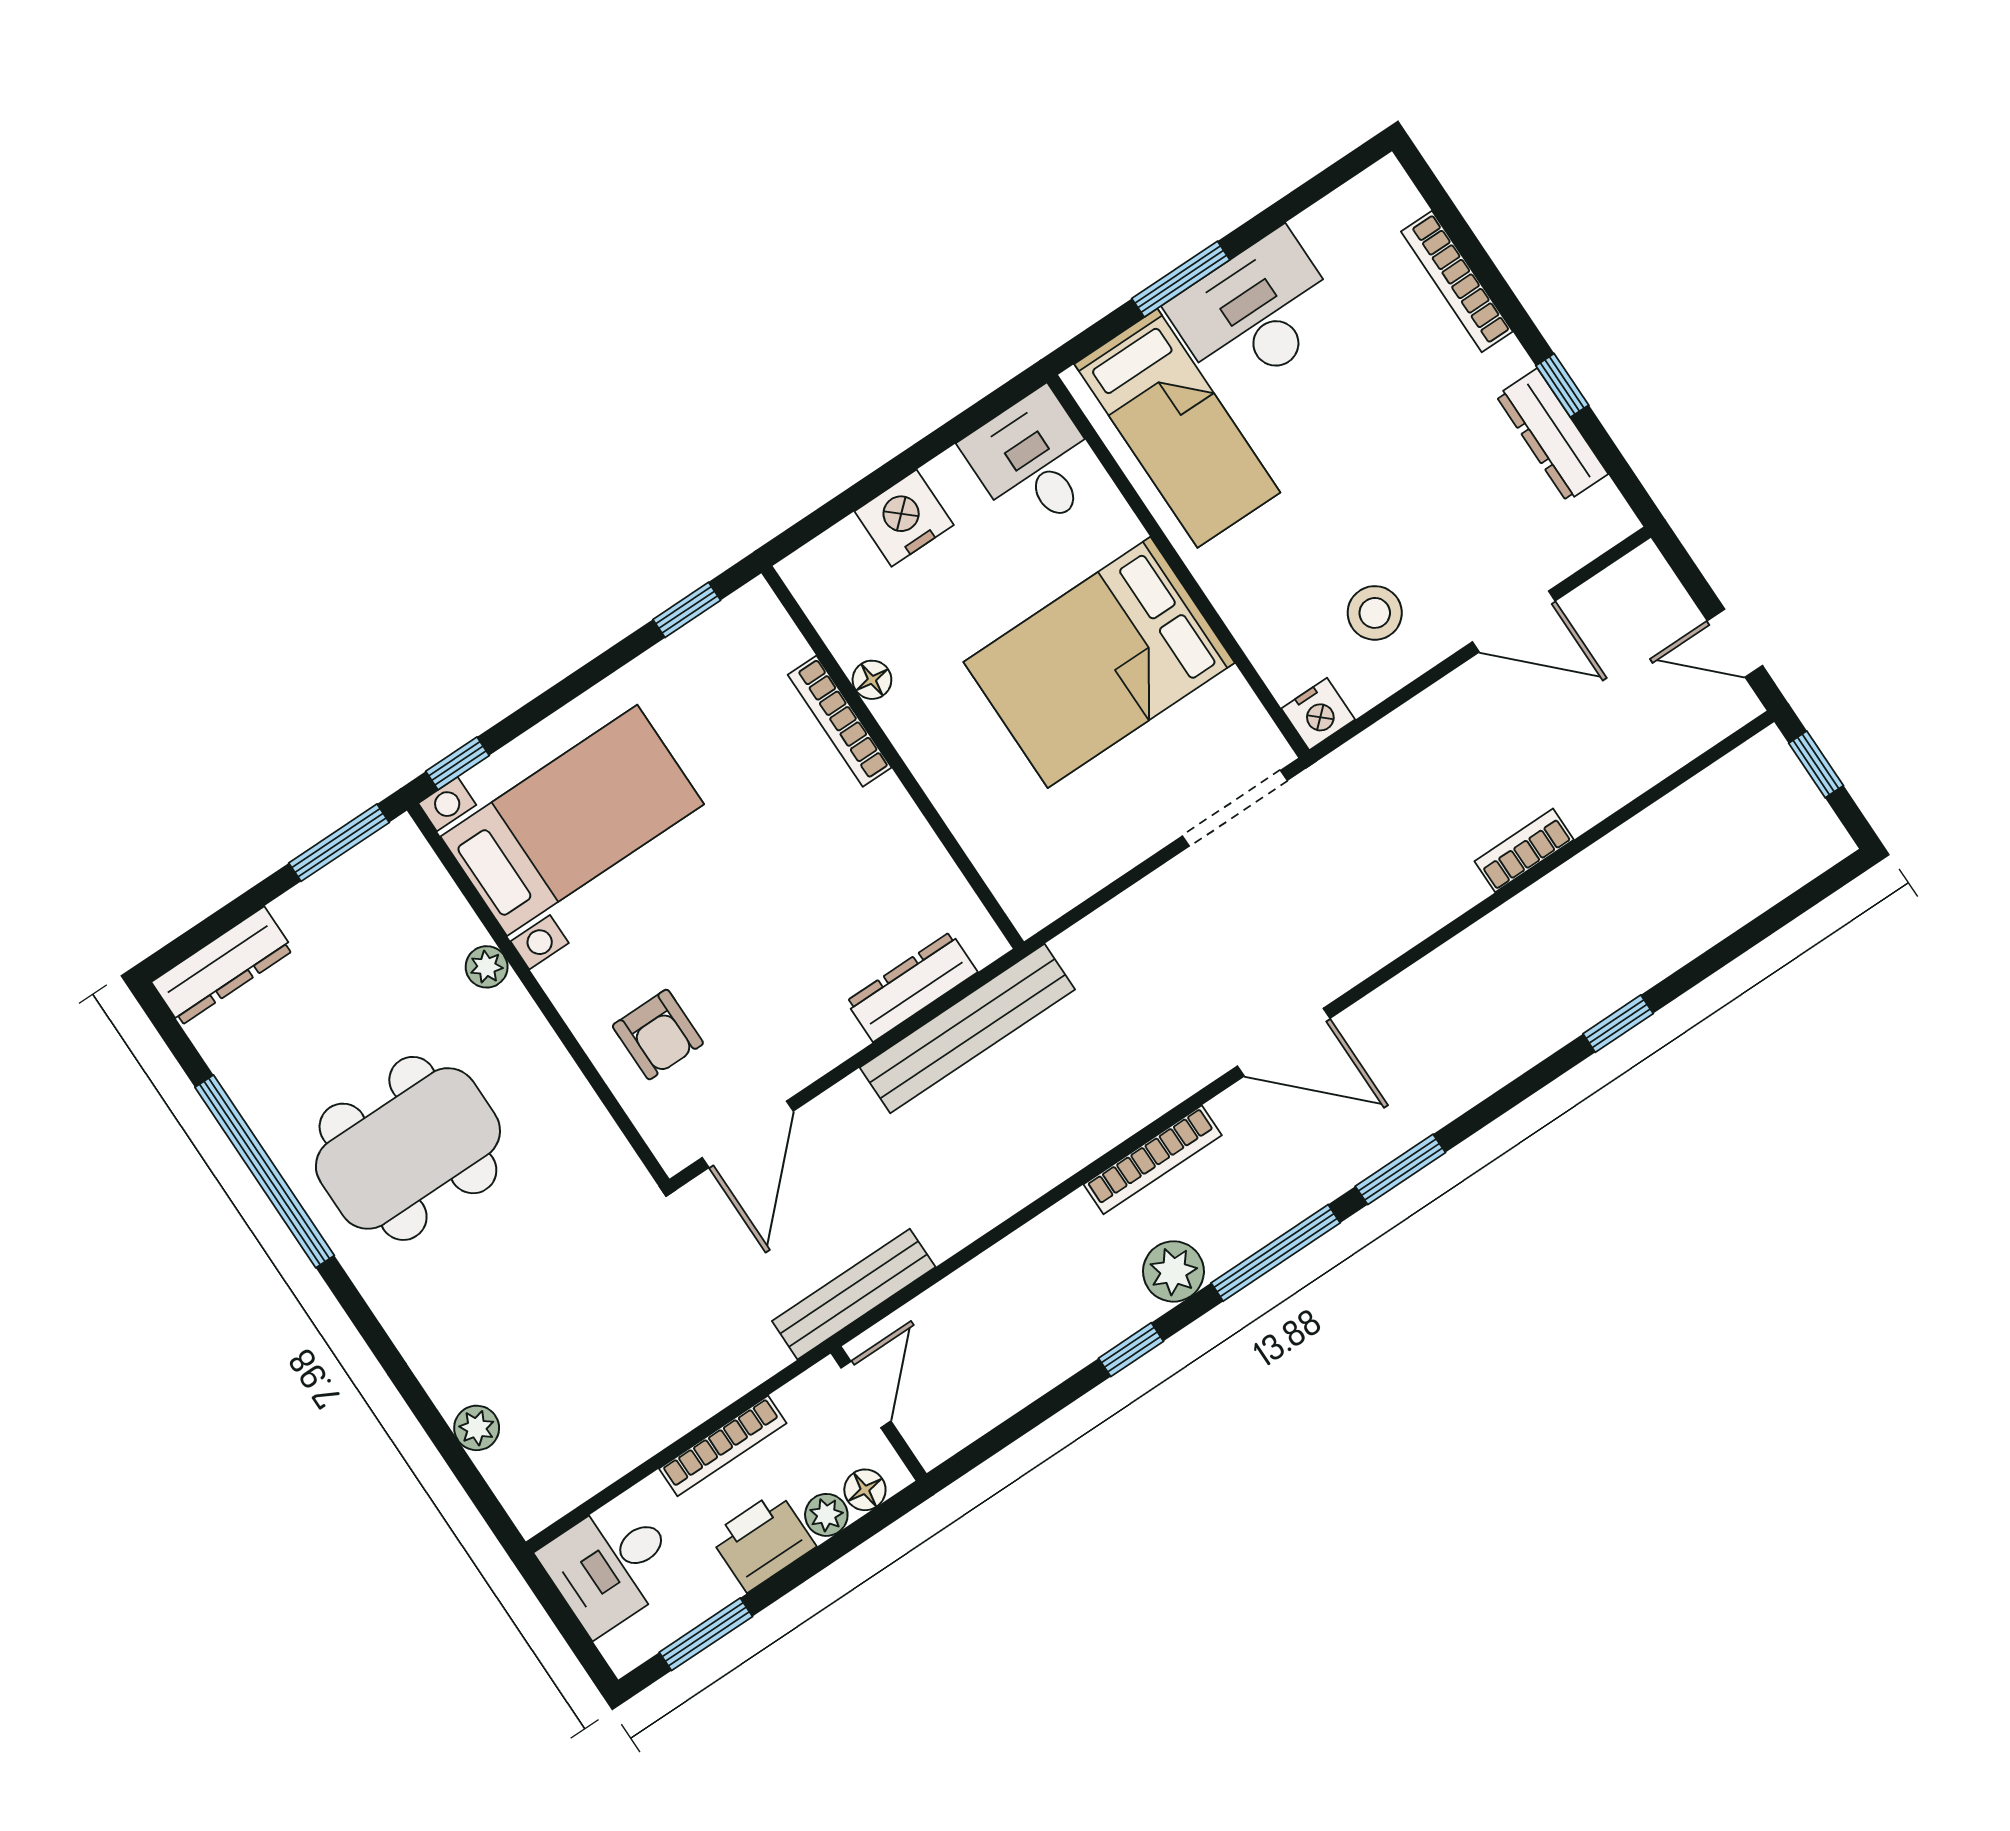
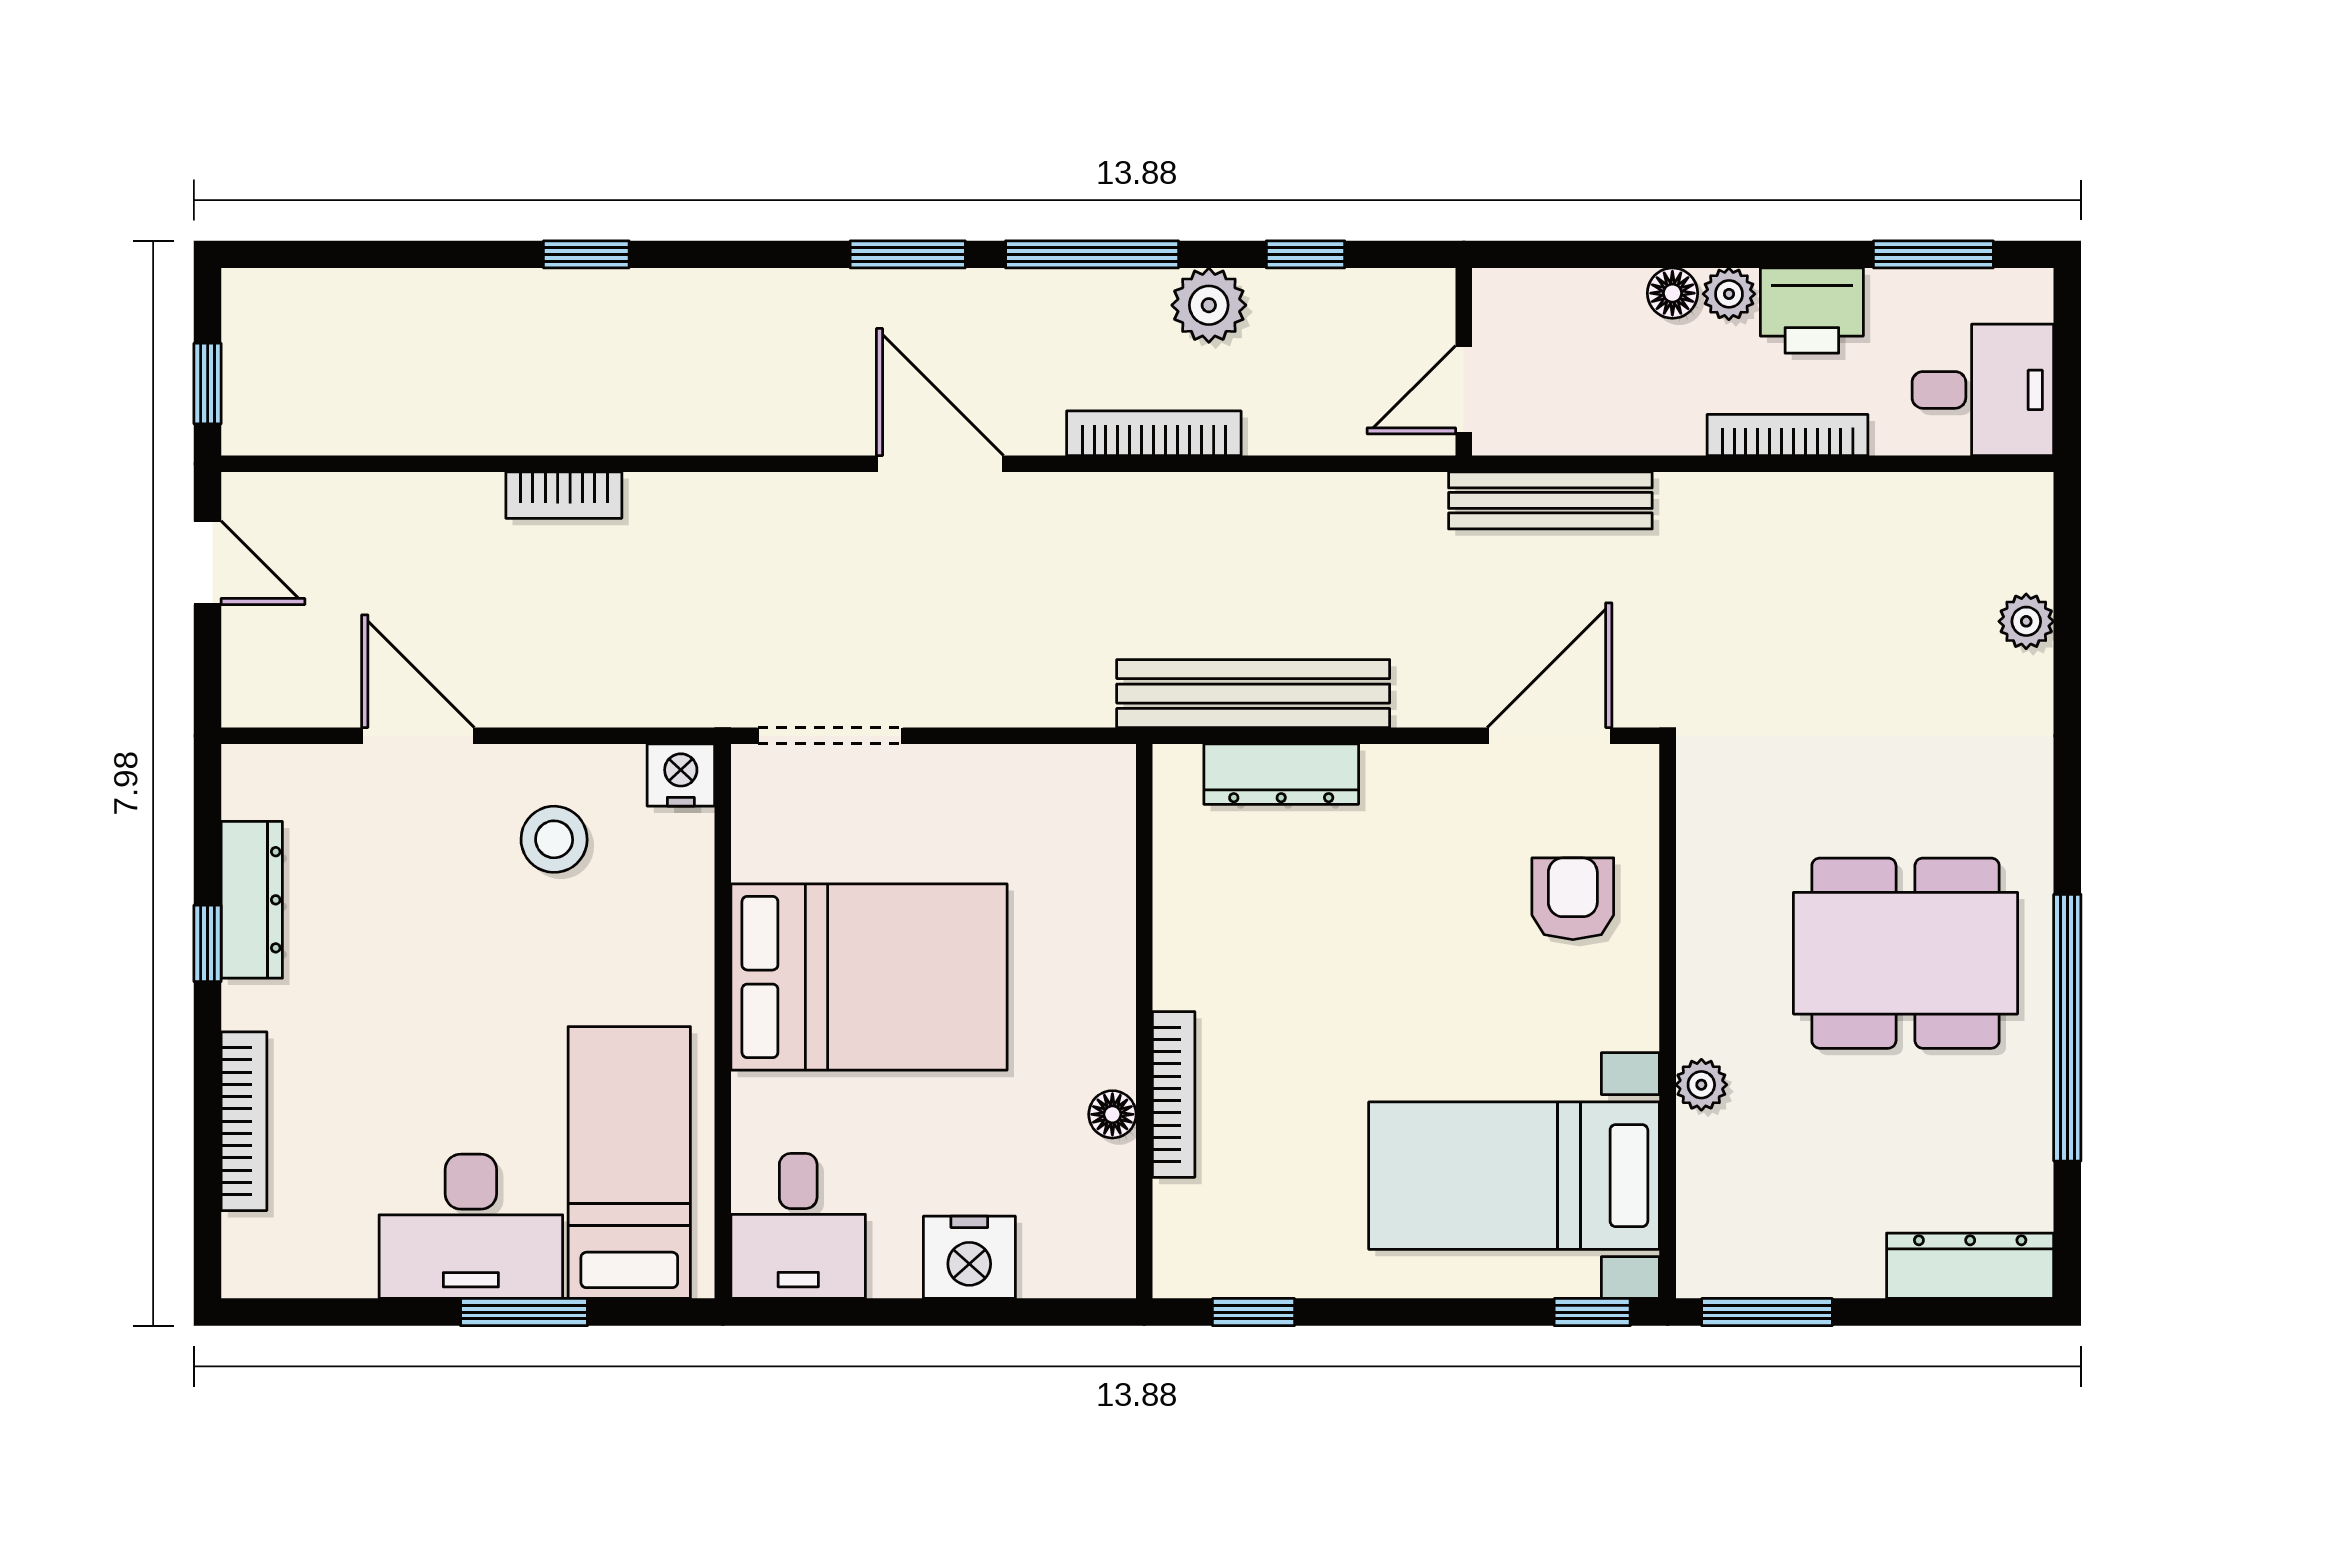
door: (866, 1394) -> (1464, 390), moved
wall: (879, 1413) -> (1464, 362), moved

